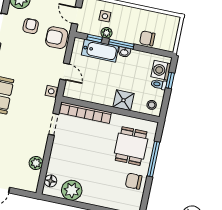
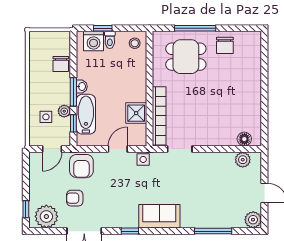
shower: (124, 100) -> (136, 113), moved
plant: (36, 163) -> (243, 160), moved
plant: (72, 190) -> (250, 113), removed

